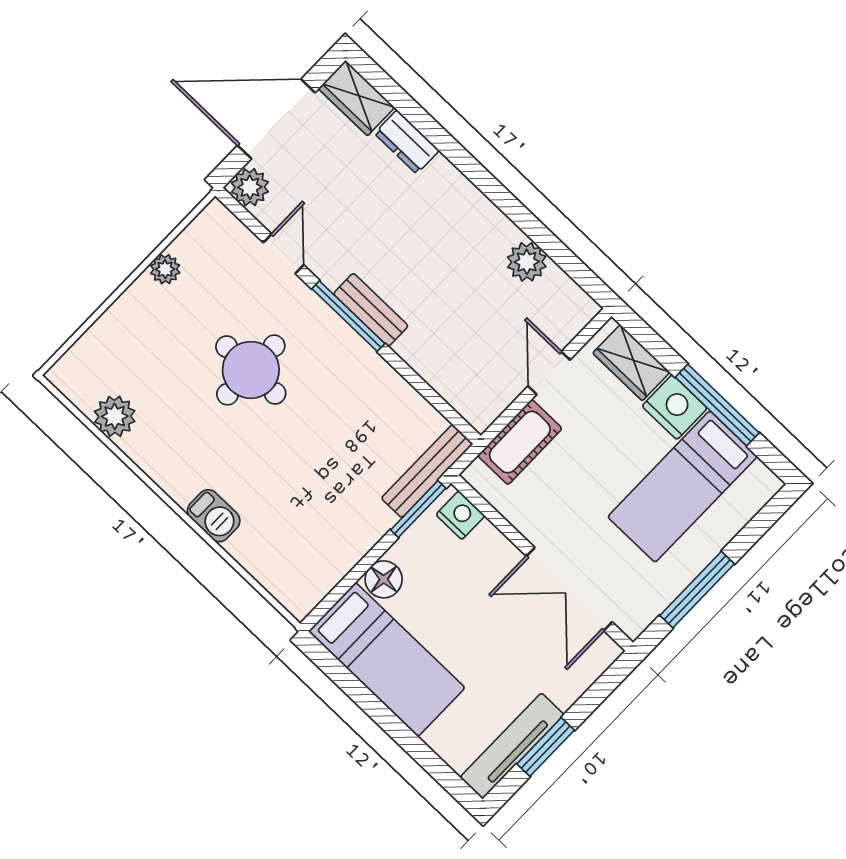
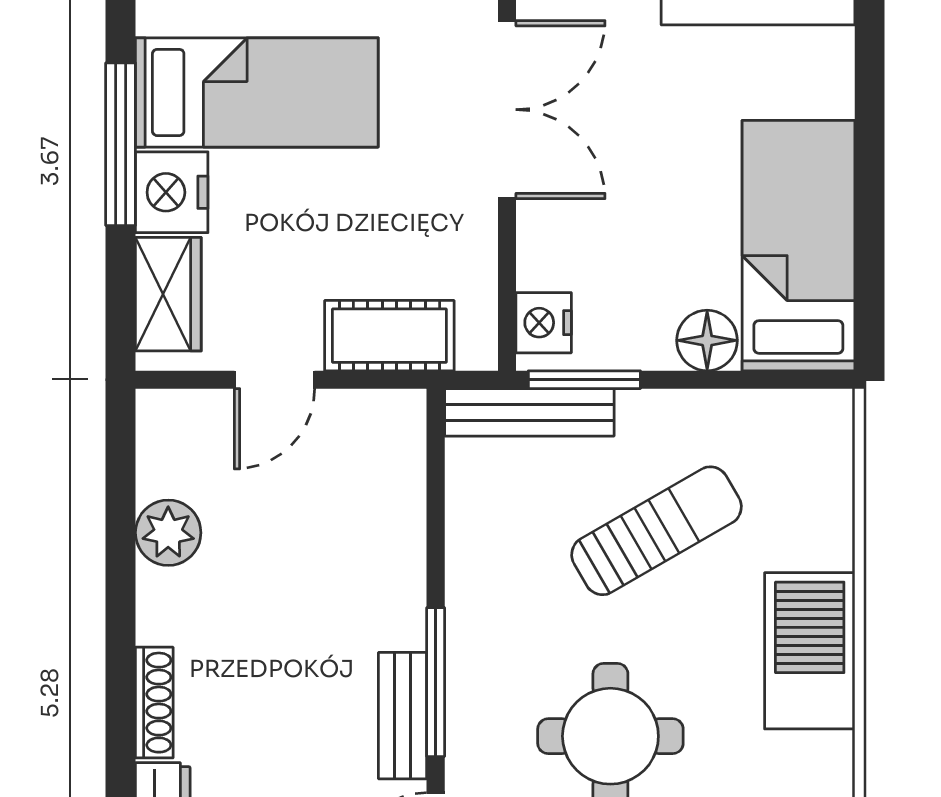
shoe rack: (458, 184) -> (154, 703), added
bench: (371, 310) -> (403, 716), moved
sun lounger: (321, 477) -> (656, 531), added
barbecue: (214, 516) -> (810, 651), width x1.88, depth x1.53

